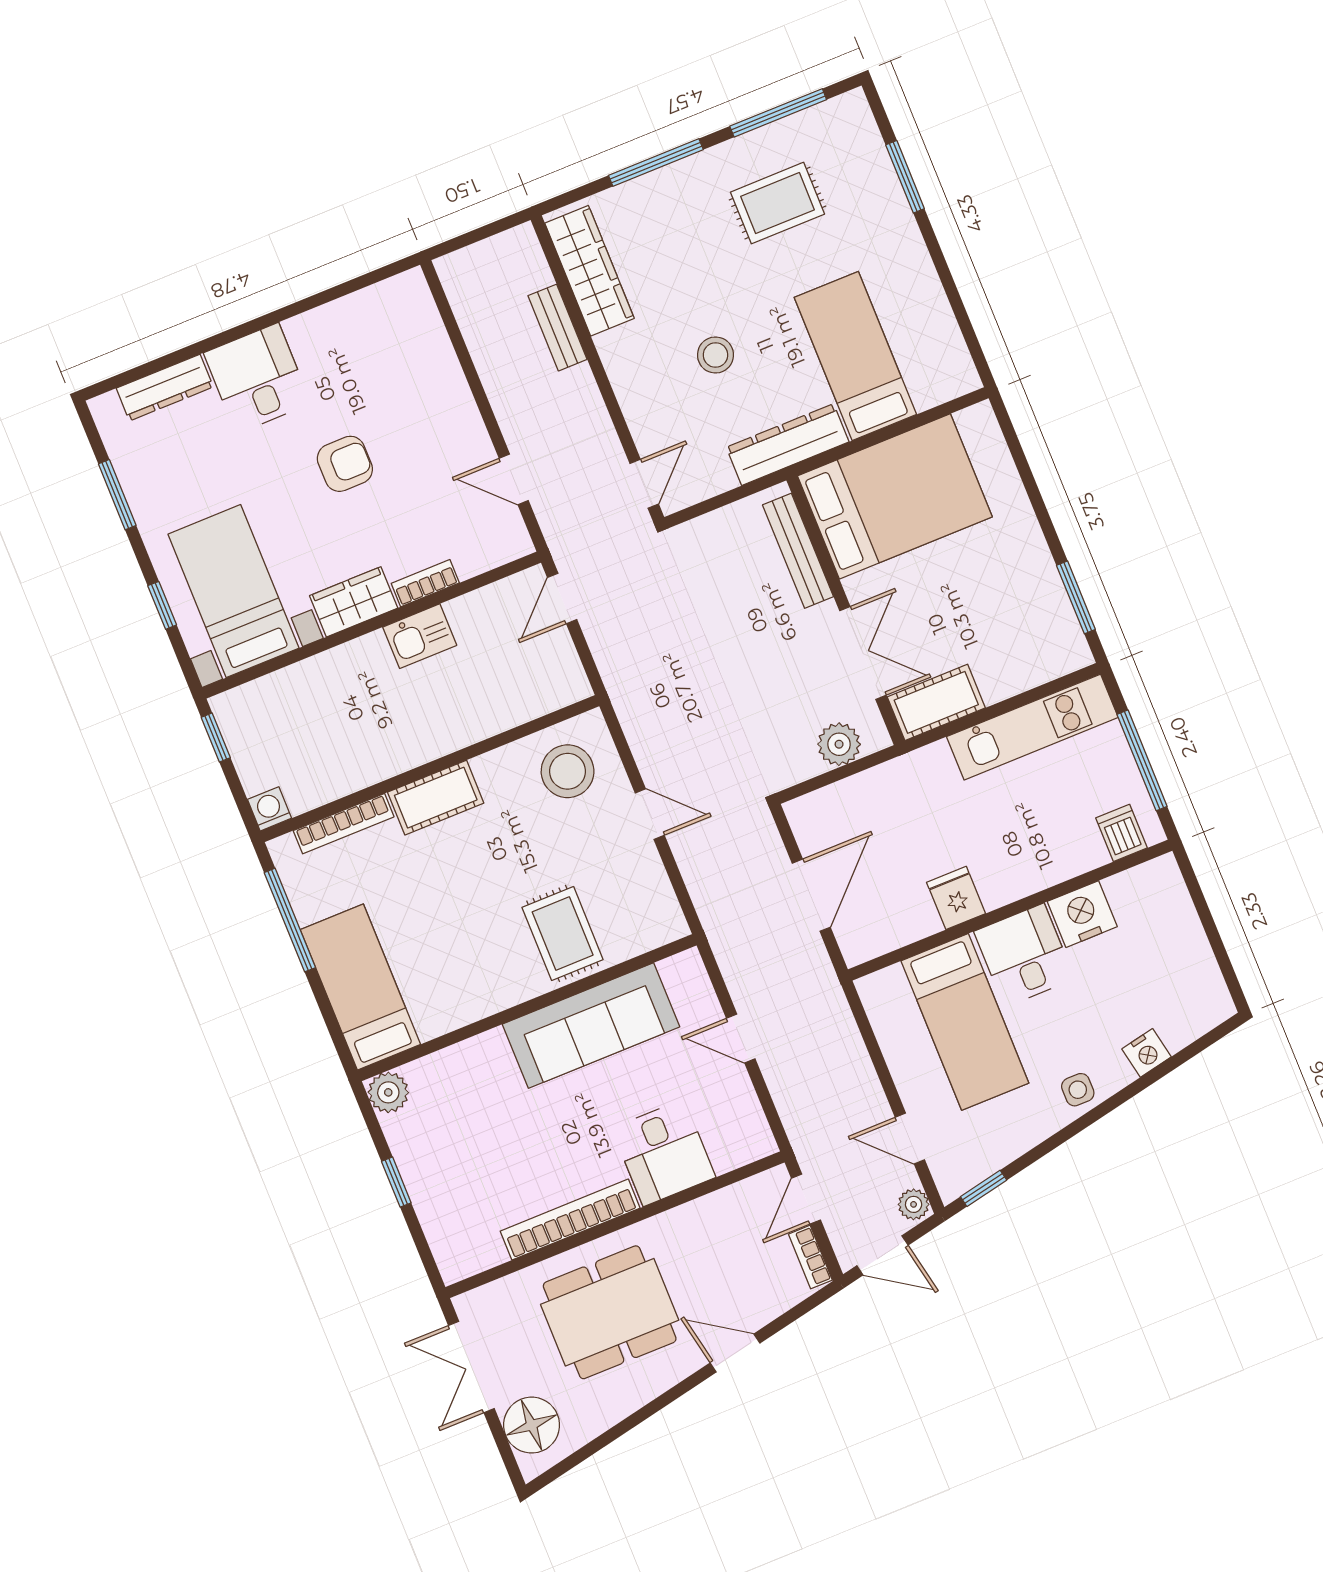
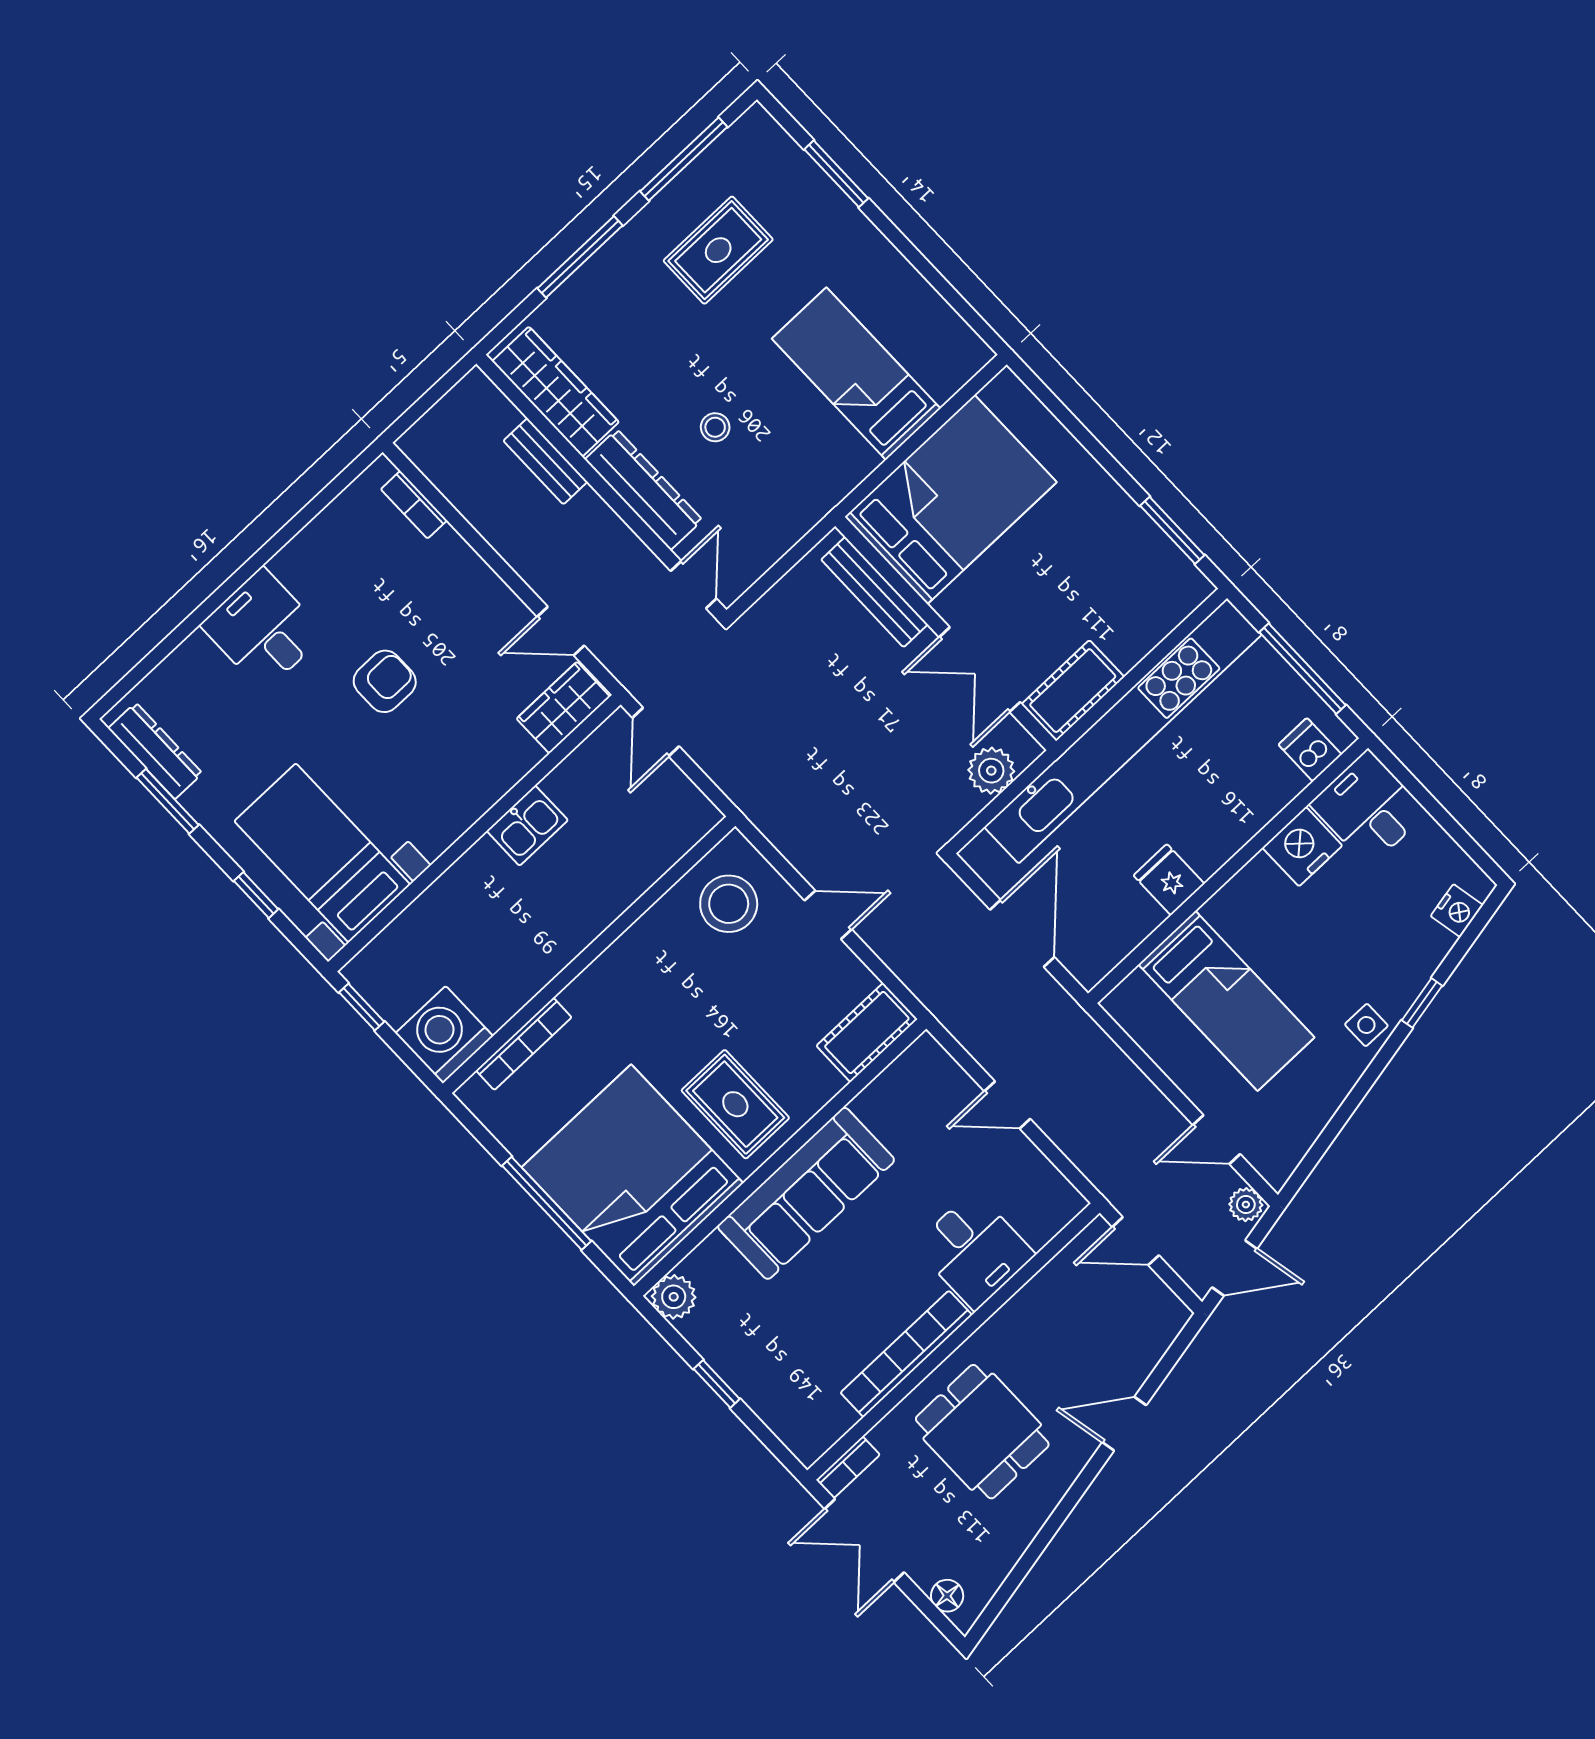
stool: (716, 355) -> (715, 427), width x0.73, depth x0.73
dresser: (165, 388) -> (155, 751), moved, turned -90
dresser: (788, 444) -> (644, 490), moved, turned 90
bookcase: (425, 583) -> (414, 505), moved, turned -90
wardrobe: (354, 602) -> (563, 708), moved
double door: (863, 653) -> (980, 670), swing flipped
kitchen unit: (1032, 727) -> (1123, 731), width x1.86
cot: (436, 798) -> (867, 1032), moved
washing machine: (270, 809) -> (444, 1035), width x1.89, depth x1.89
window: (290, 920) -> (547, 1203), moved
rug: (563, 933) -> (735, 1104), moved
desk: (1024, 955) -> (1369, 808), moved
bed: (360, 987) -> (632, 1175), width x2.04
sofa: (591, 1026) -> (806, 1193), moved
nightstand: (1146, 1053) -> (1457, 911), moved
window: (984, 1188) -> (1422, 1003), moved
door: (806, 1199) -> (1136, 1241), hinge flipped
bookcase: (810, 1257) -> (848, 1467), moved, turned -90
dining table: (610, 1312) -> (982, 1432), width x0.73
floor lamp: (532, 1425) -> (947, 1596), width x0.53, depth x0.53

